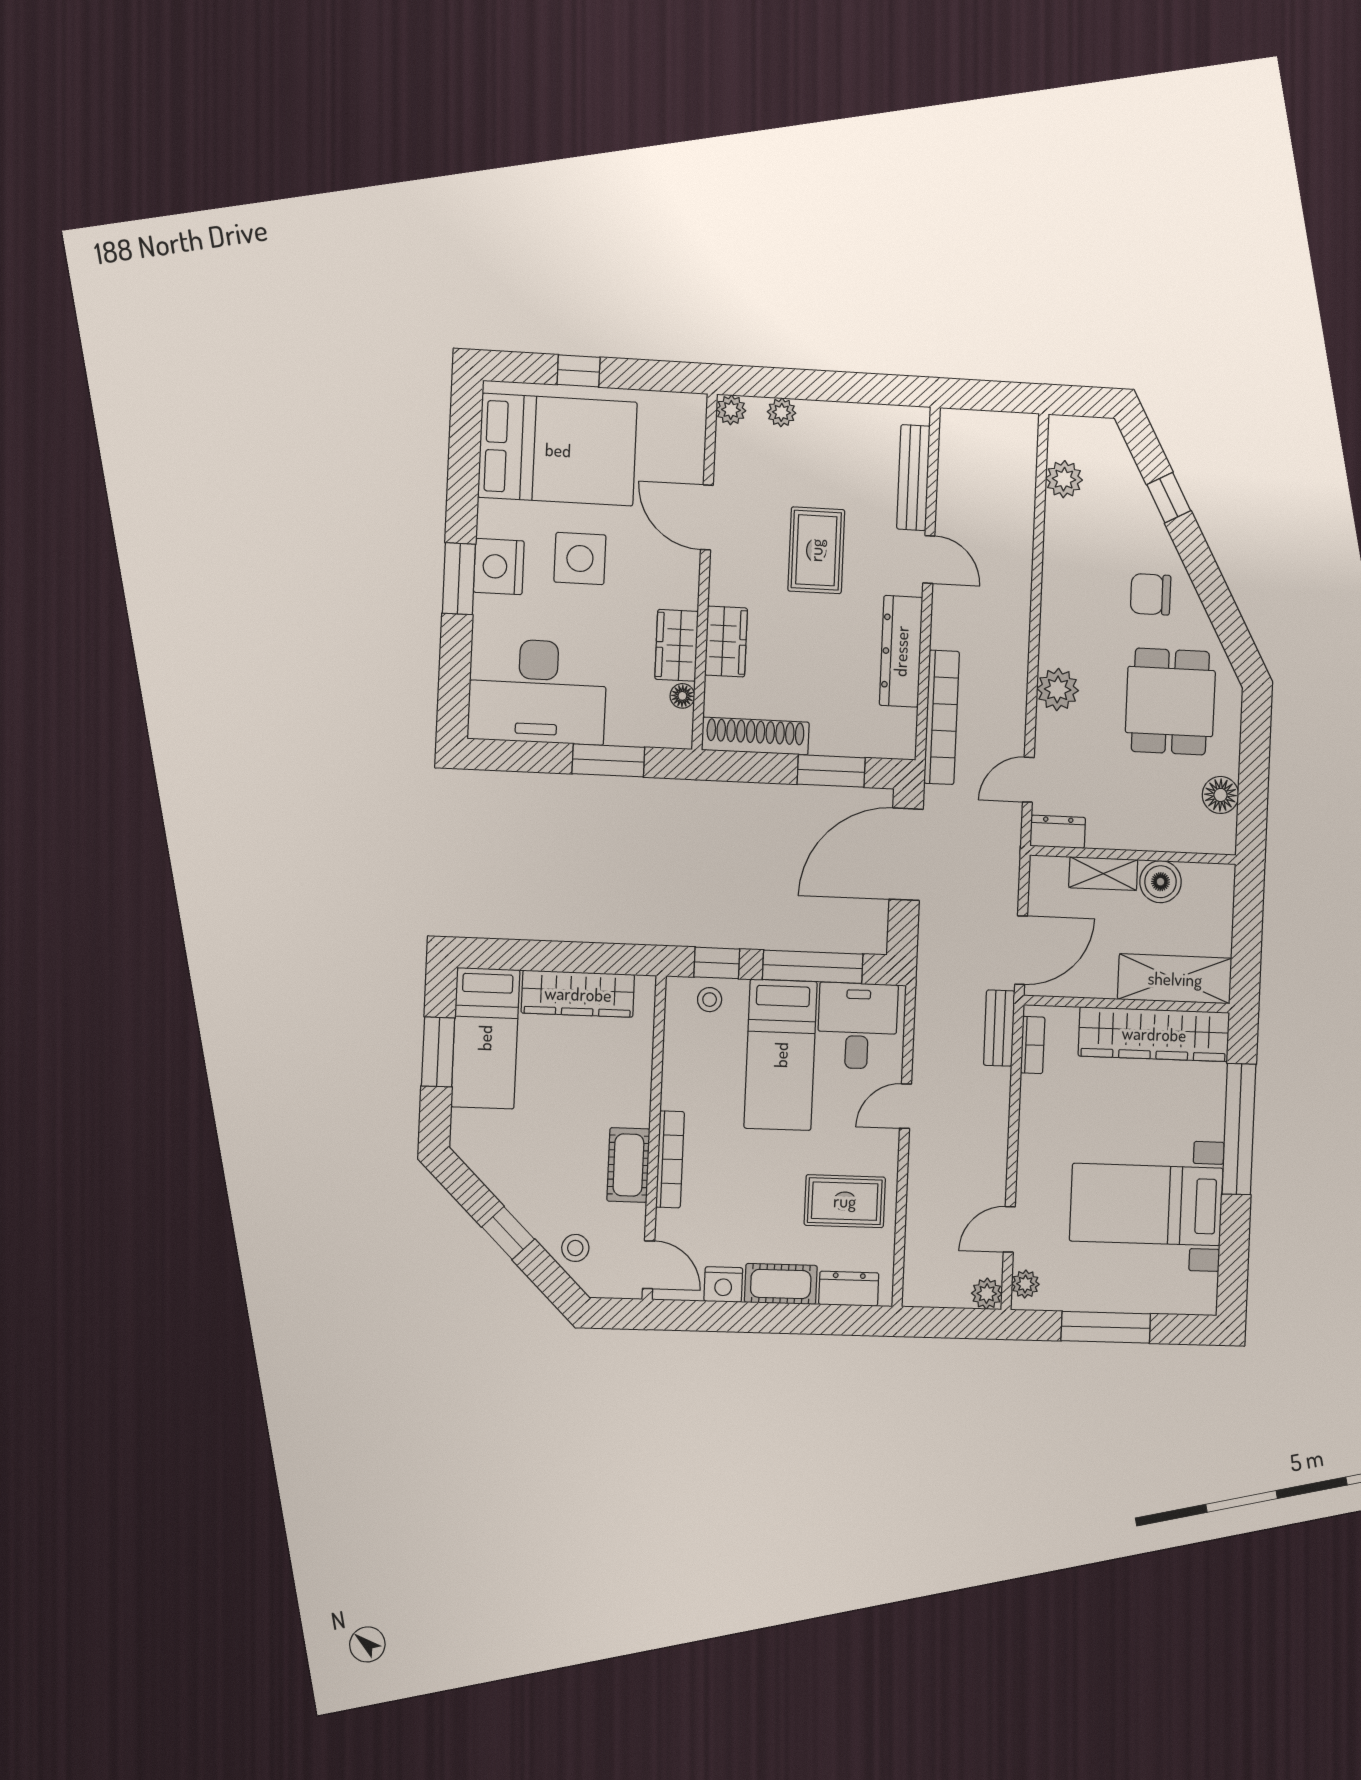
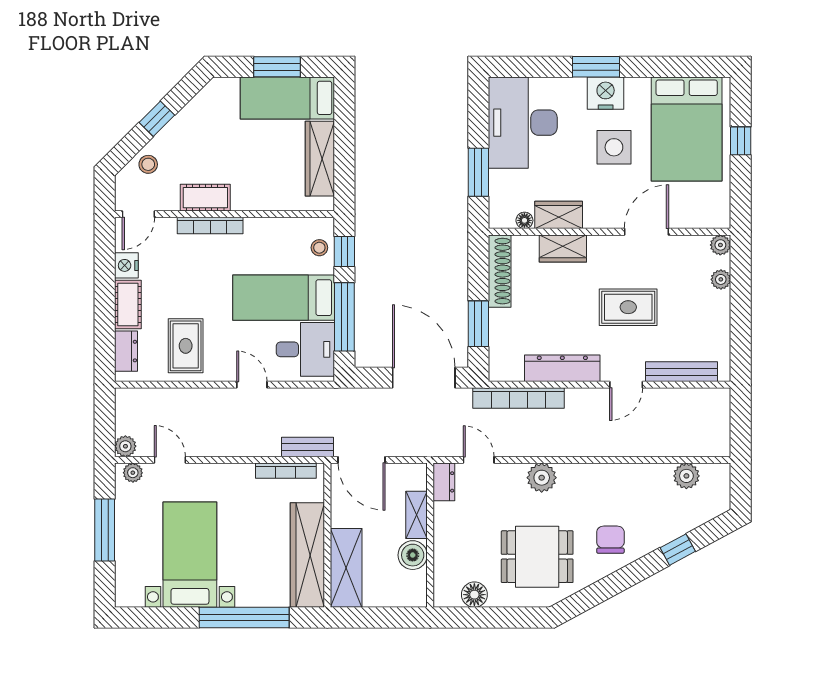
bookcase: (1033, 1045) -> (286, 471), width x1.56

